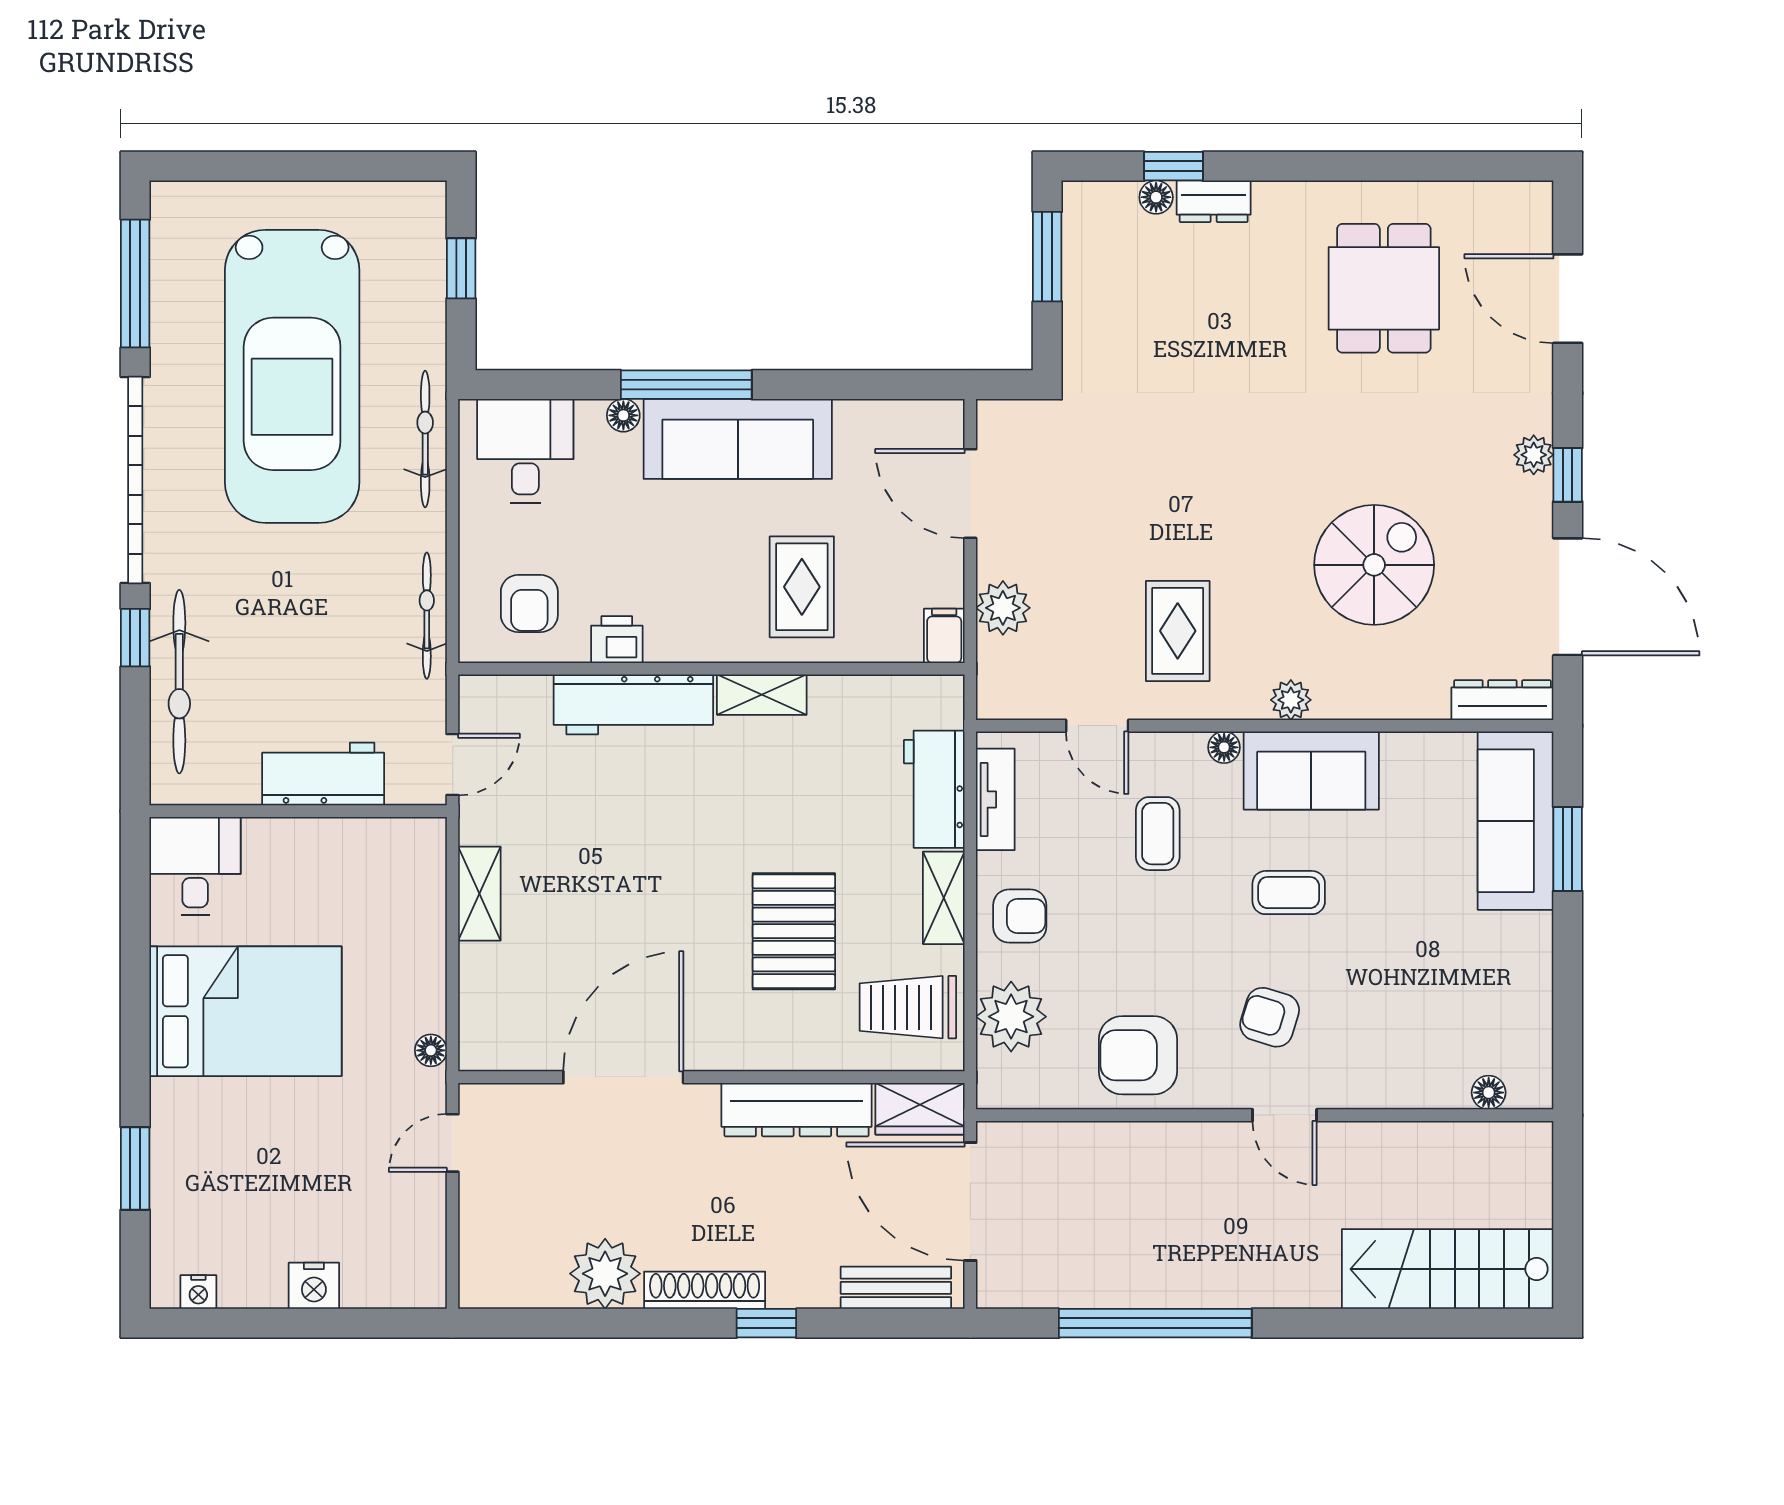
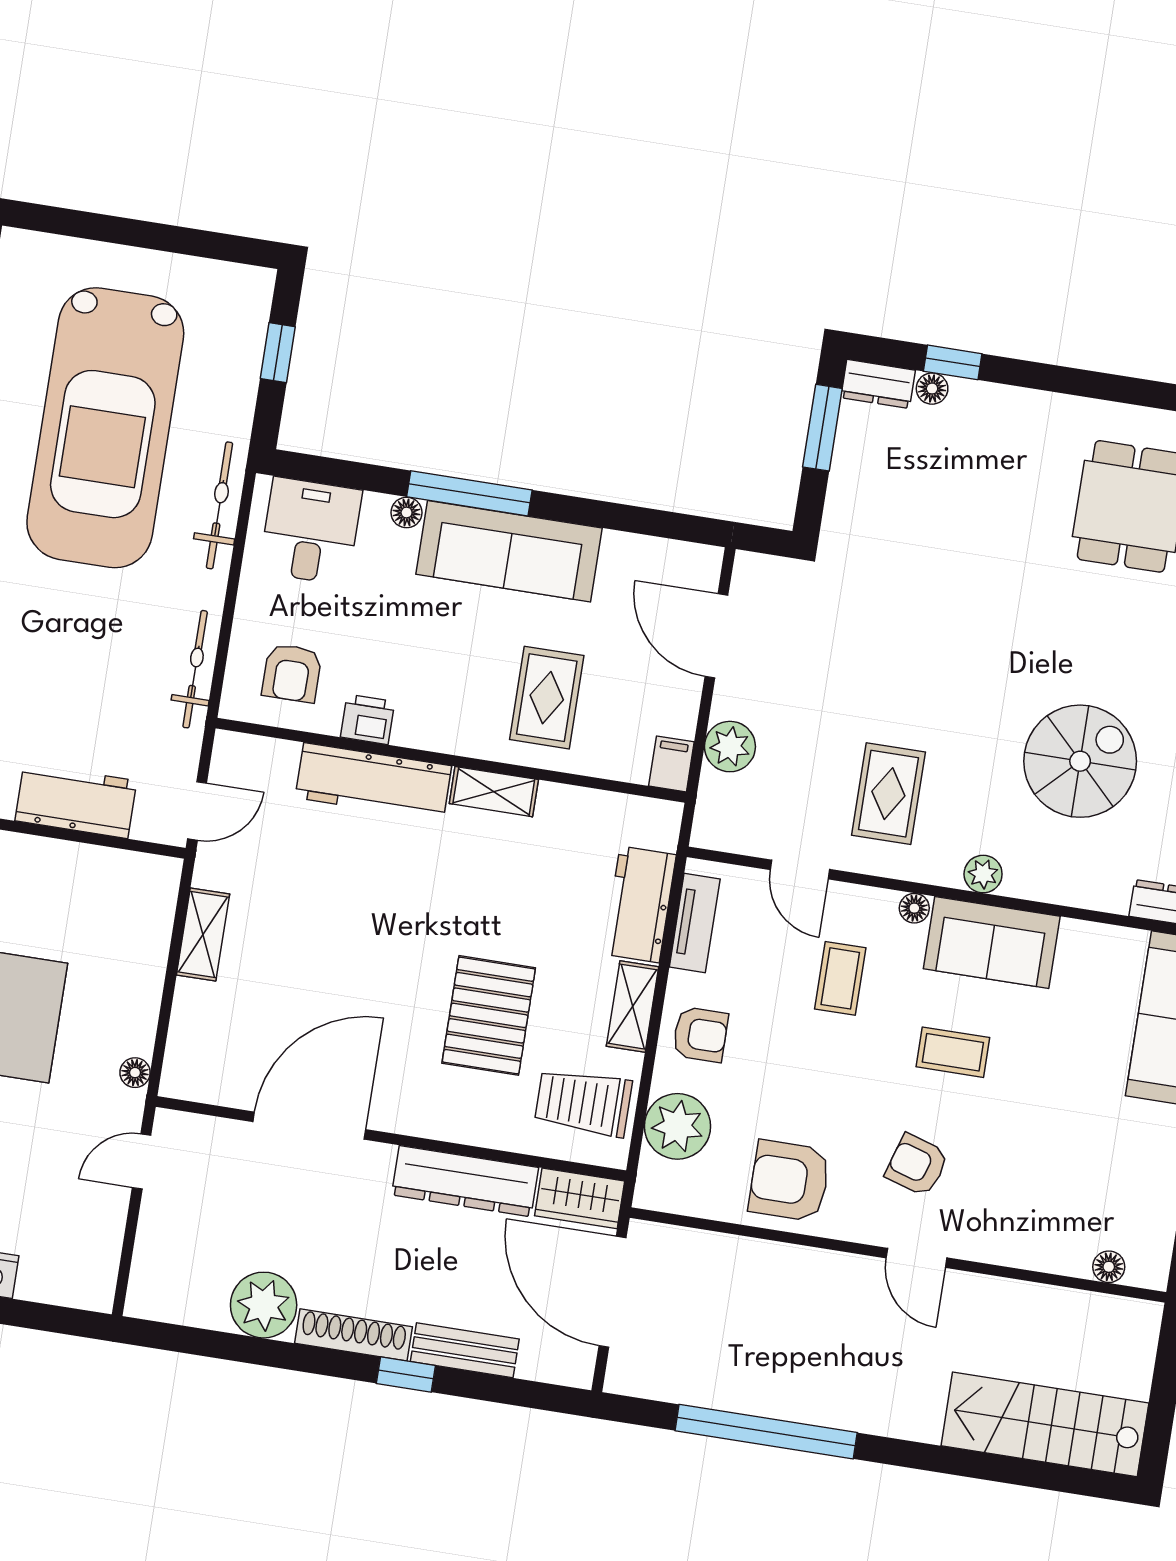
dresser: (1214, 201) -> (878, 384), moved
bench: (896, 1288) -> (465, 1350), moved

